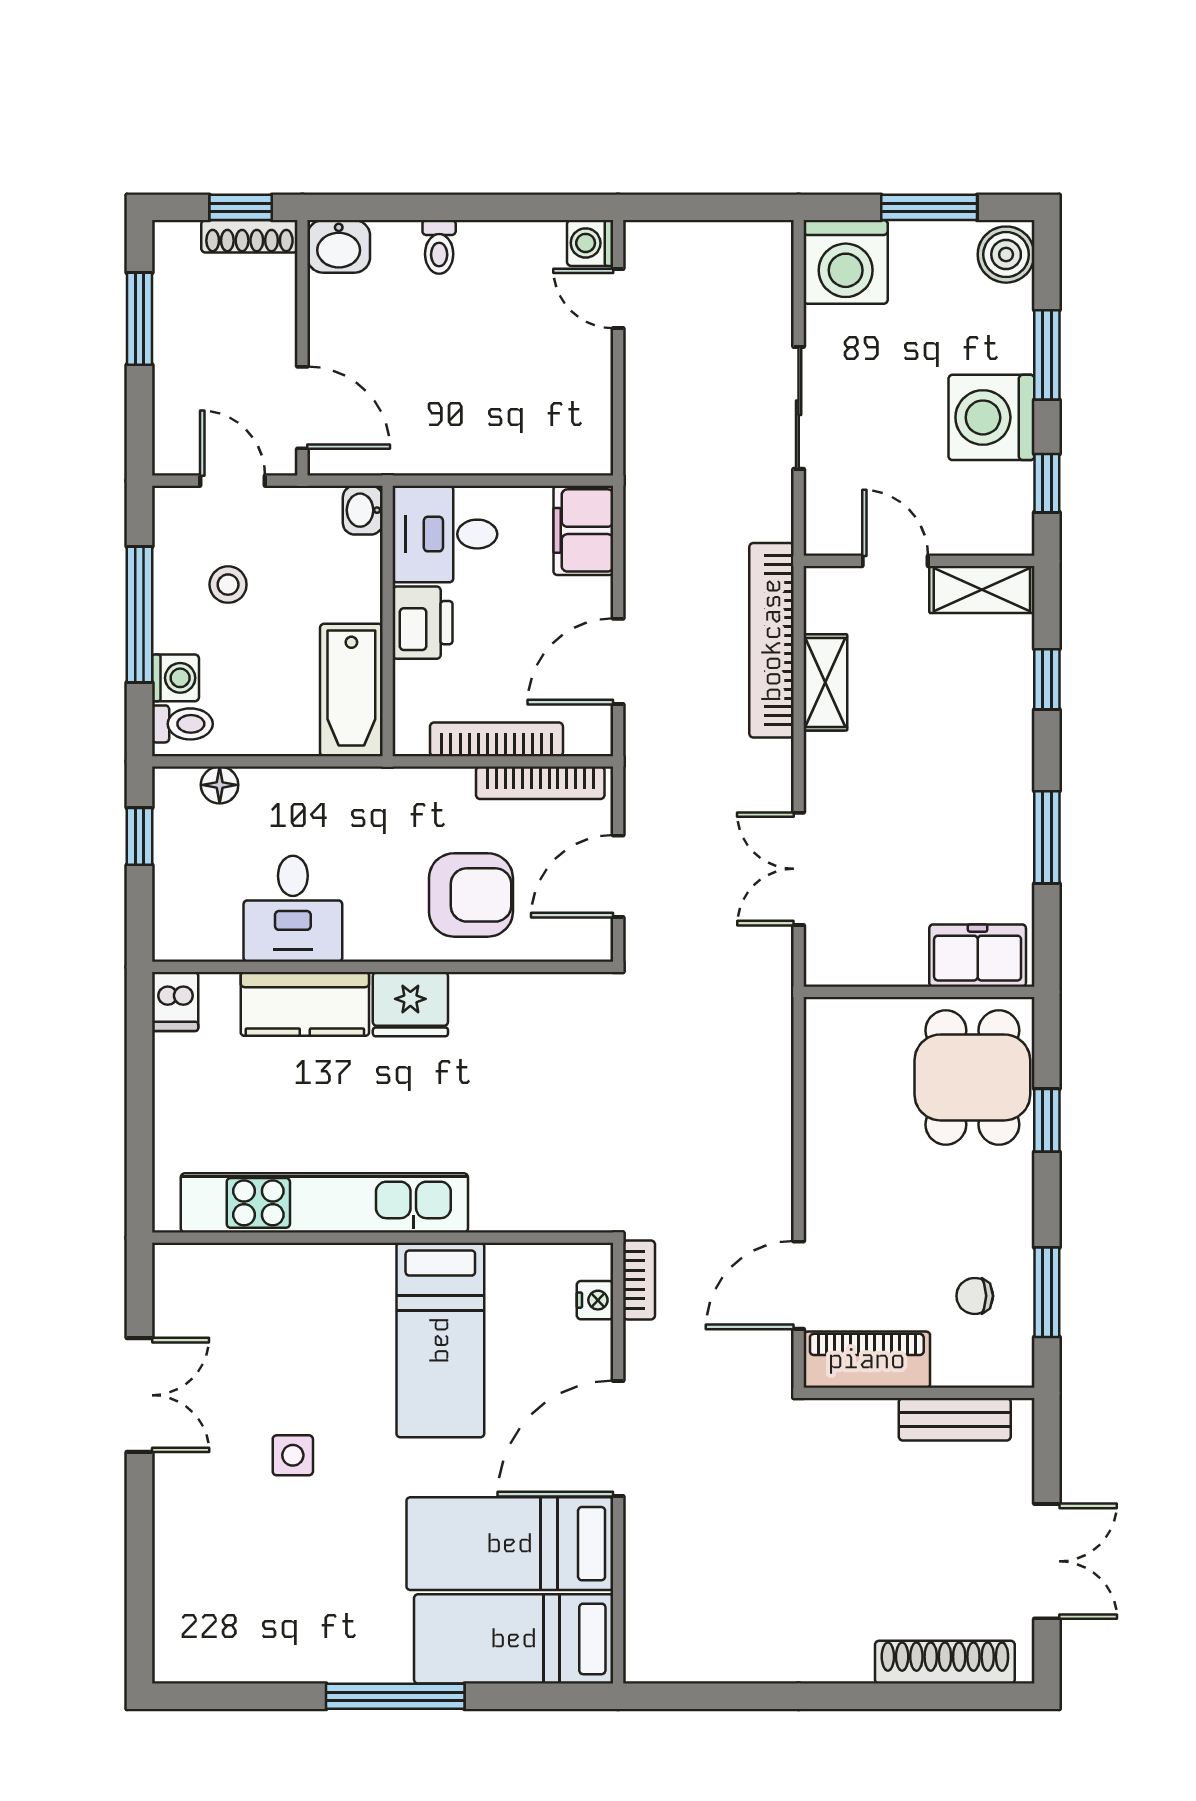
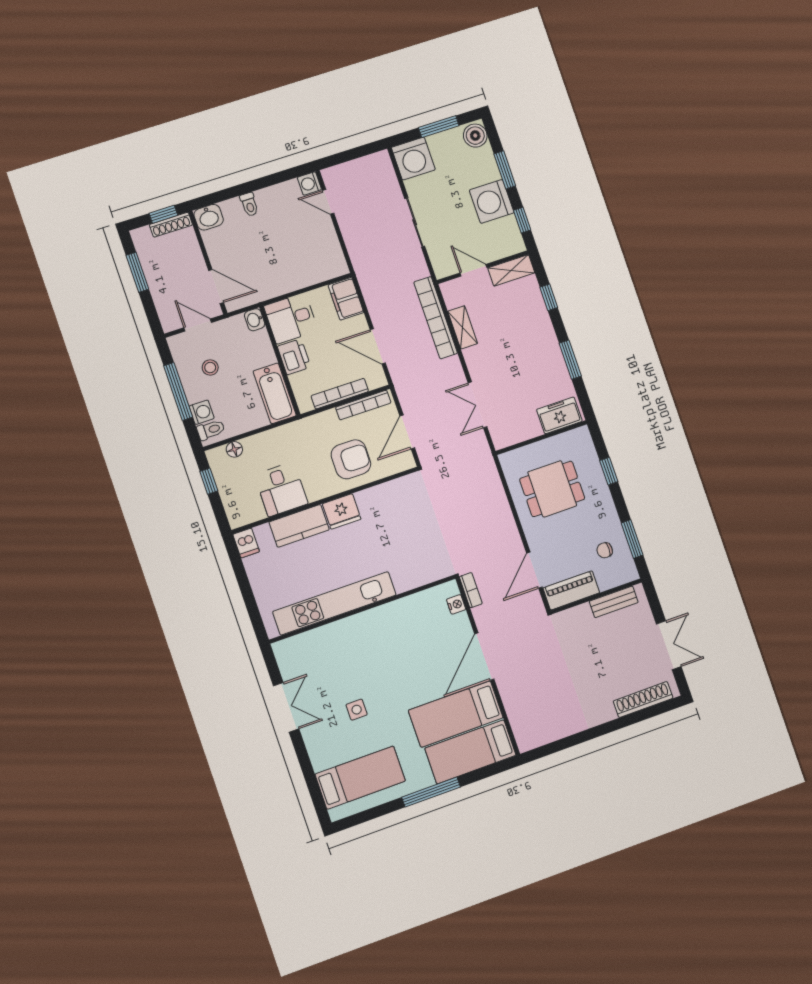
door: (618, 661) -> (378, 346), hinge flipped
dining table: (972, 1077) -> (552, 489), moved, turned 90
bed: (440, 1340) -> (360, 778), moved, turned -90

